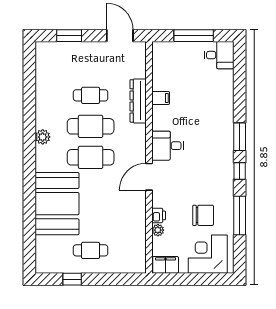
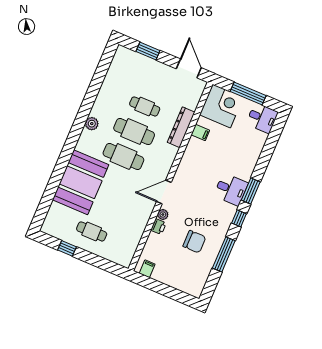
desk: (168, 146) -> (231, 189), moved, turned 180
plant: (158, 230) -> (163, 215), moved
corner desk: (208, 254) -> (221, 106), moved, turned 90
filing cabinet: (166, 265) -> (147, 269), width x0.50

